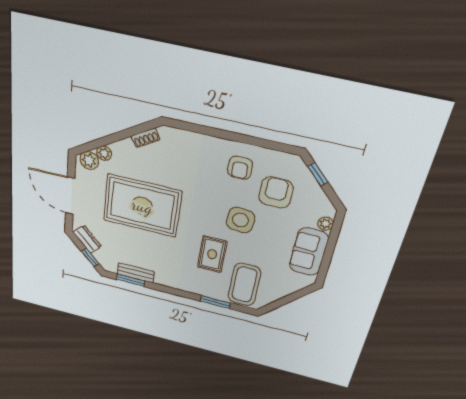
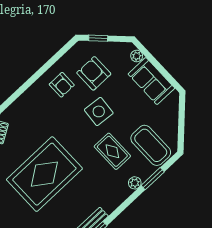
plant: (199, 289) -> (135, 183), added

